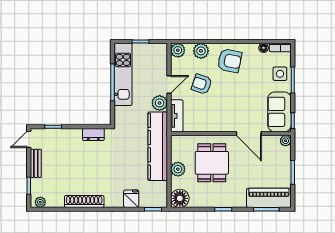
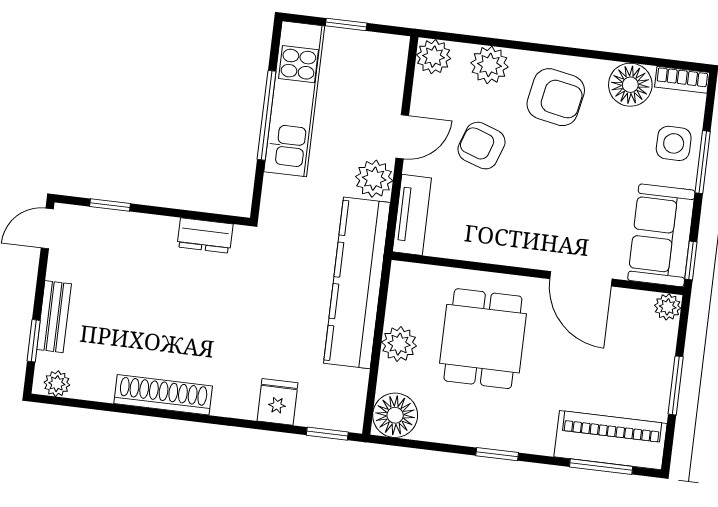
floor lamp: (264, 48) -> (630, 85), width x1.89, depth x1.89
bench: (36, 163) -> (54, 317), moved

